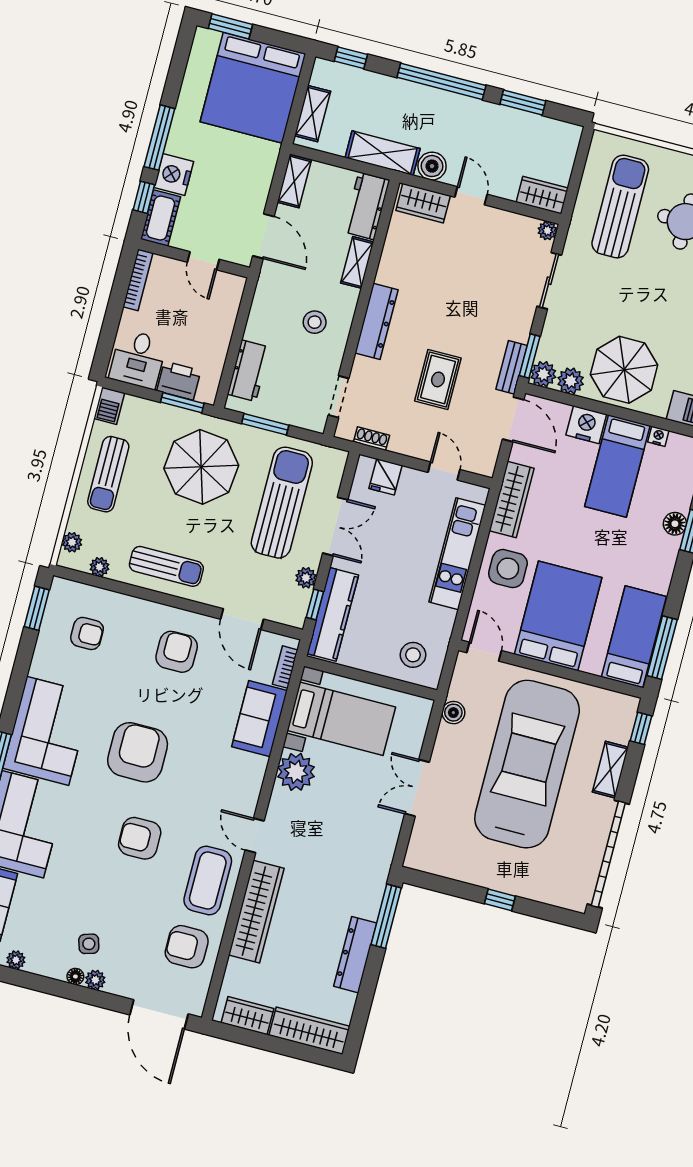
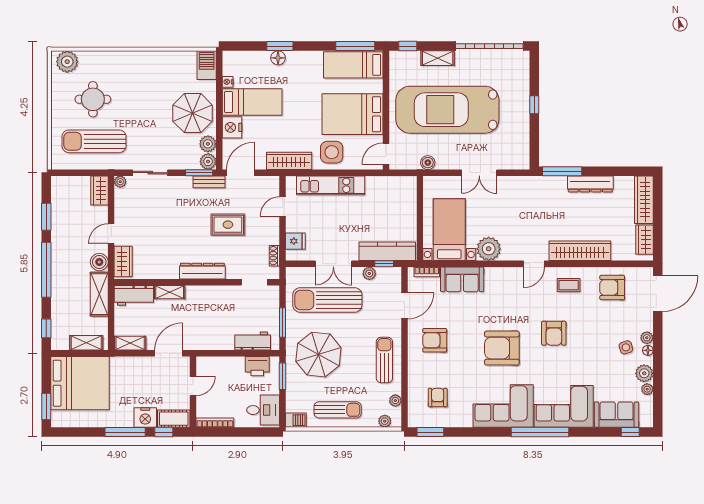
stool: (315, 322) -> (213, 309), removed
printer: (179, 381) -> (257, 366), moved, turned -90
double door: (335, 526) -> (333, 264), swing flipped
stool: (413, 655) -> (399, 196), removed
coffee table: (208, 880) -> (569, 285), width x0.54, depth x0.58
armchair: (187, 947) -> (612, 288), turned 90
plant: (41, 962) -> (644, 373), added

